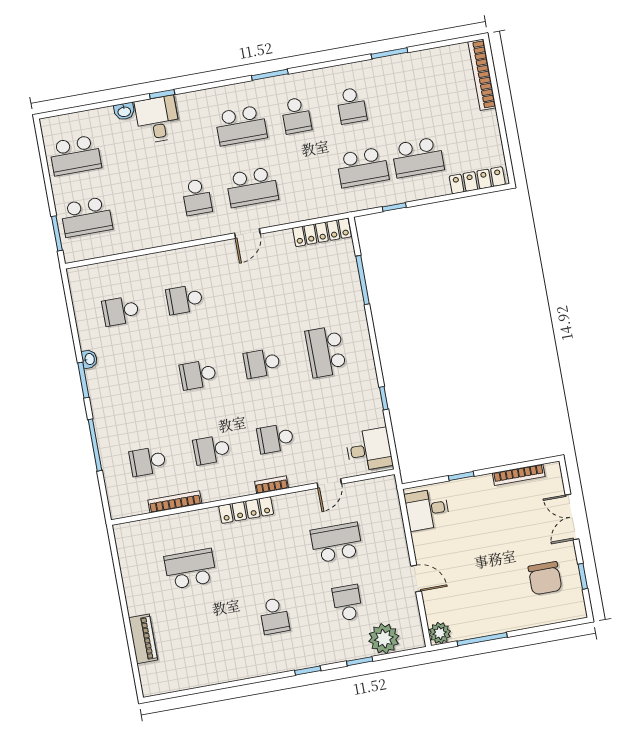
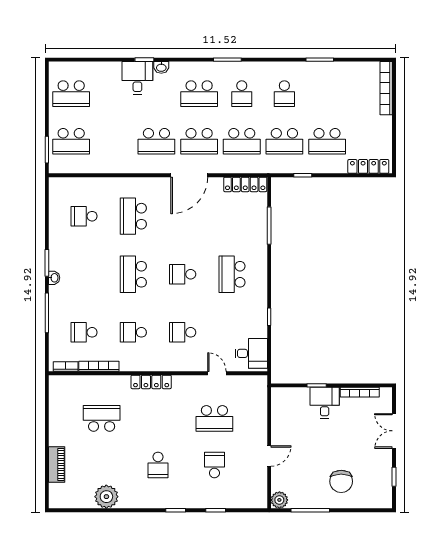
washbasin: (124, 111) -> (161, 67), moved
school desk: (307, 177) -> (242, 141), added
school desk: (197, 197) -> (156, 141), width x1.85
door: (247, 233) -> (189, 175), width x1.88
school desk: (184, 299) -> (133, 216), width x1.85
washbasin: (89, 359) -> (54, 278), moved
school desk: (198, 375) -> (133, 274), width x1.85
door: (329, 483) -> (217, 373), swing flipped
bookcase: (271, 485) -> (66, 366), moved
desk: (427, 509) -> (325, 403), moved, turned 90
school desk: (337, 543) -> (214, 418), turned 180
door: (416, 578) -> (269, 456), hinge flipped
chair: (545, 578) -> (341, 481), moved
plant: (384, 639) -> (106, 497), moved

